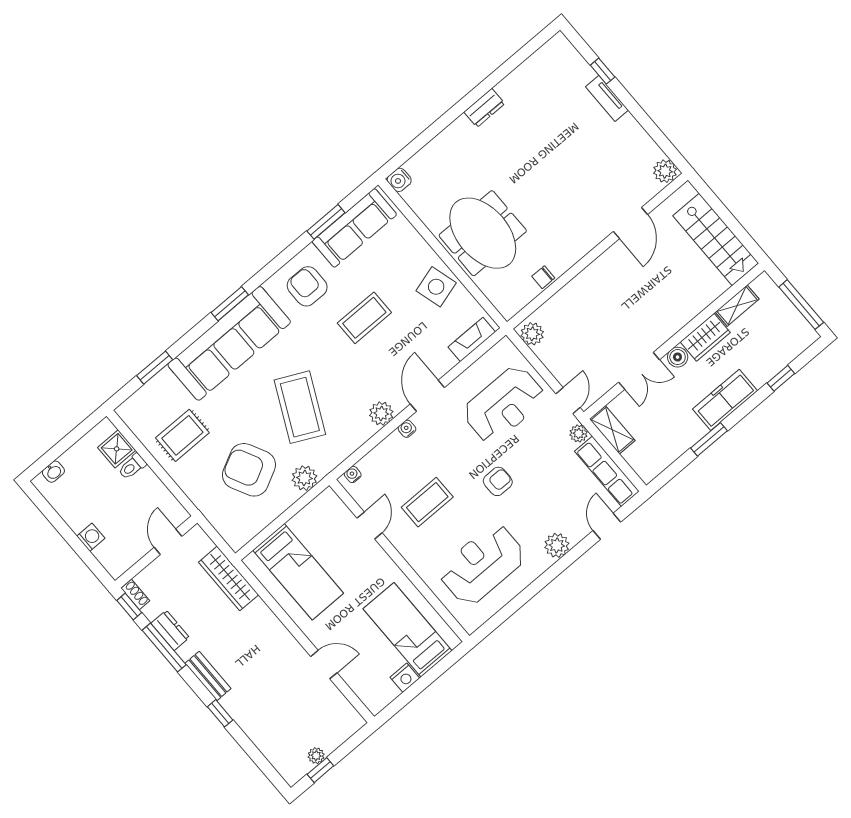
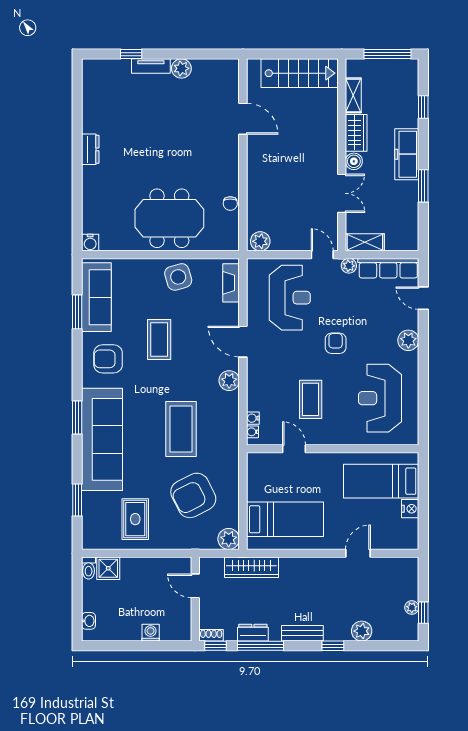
plant: (665, 171) -> (181, 68), moved
coffee table: (300, 407) -> (181, 429), turned 64
water cooler: (407, 429) -> (253, 418), moved
toilet: (132, 467) -> (89, 568), moved
plant: (304, 478) -> (229, 539), moved
plant: (256, 728) -> (362, 631), added

